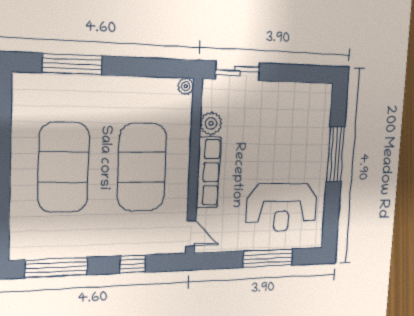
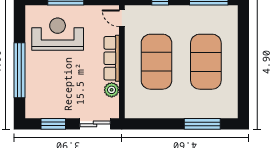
window: (296, 73) -> (53, 124), added
plant: (186, 86) -> (130, 113), removed
window: (335, 154) -> (20, 70), width x1.46

